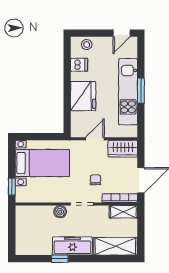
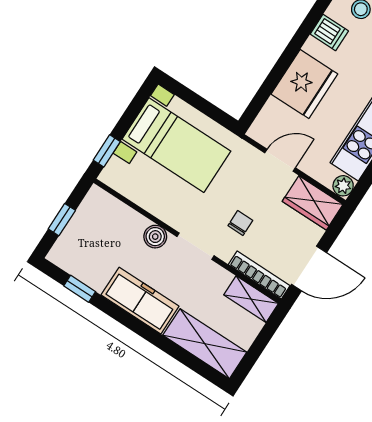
plant: (132, 132) -> (343, 186), added
window: (12, 232) -> (62, 220), added
window: (60, 259) -> (80, 289), moved

